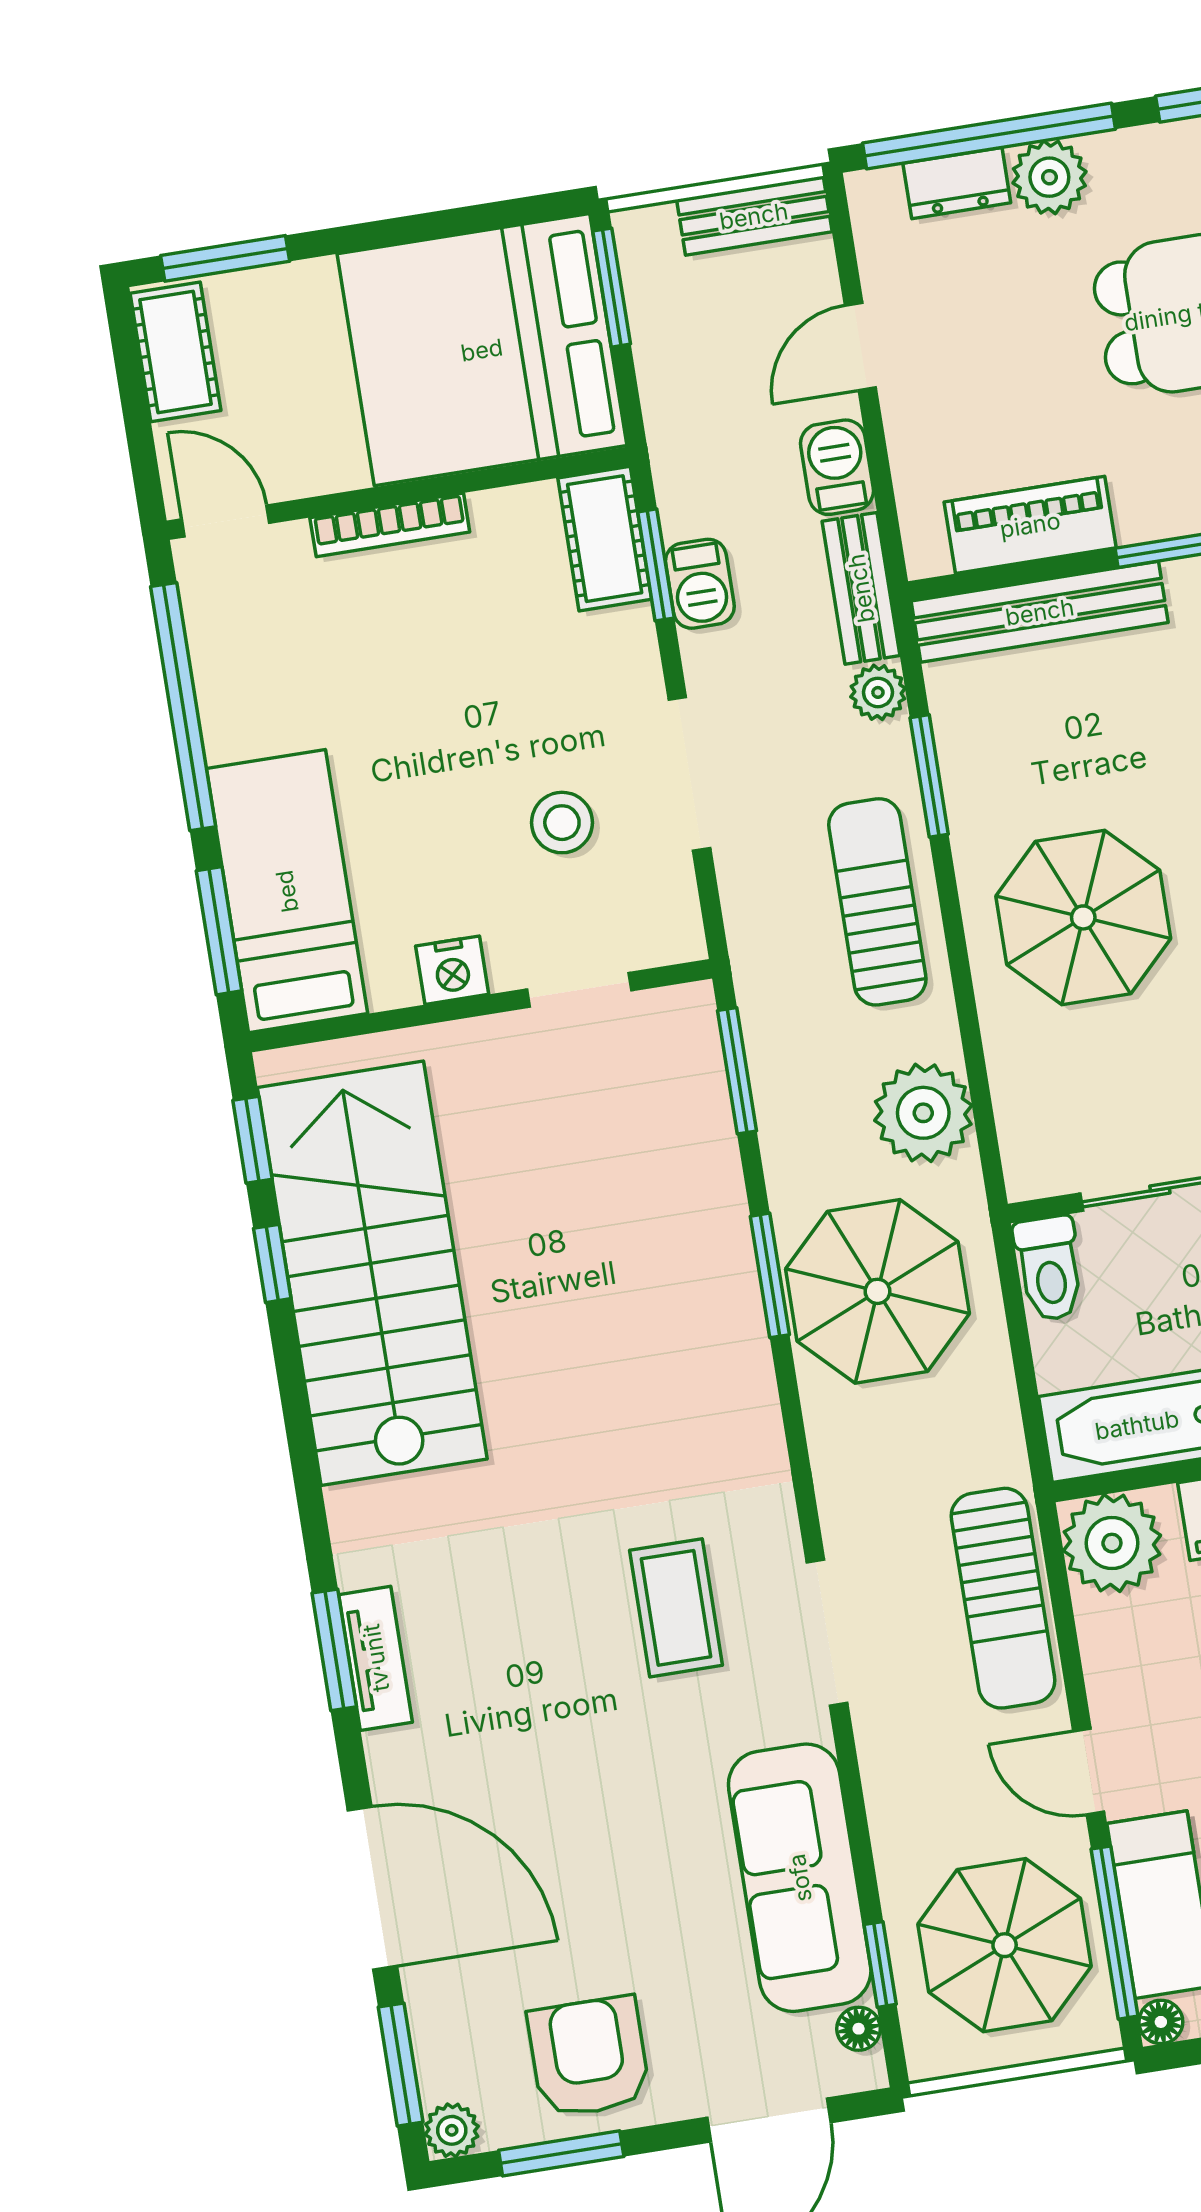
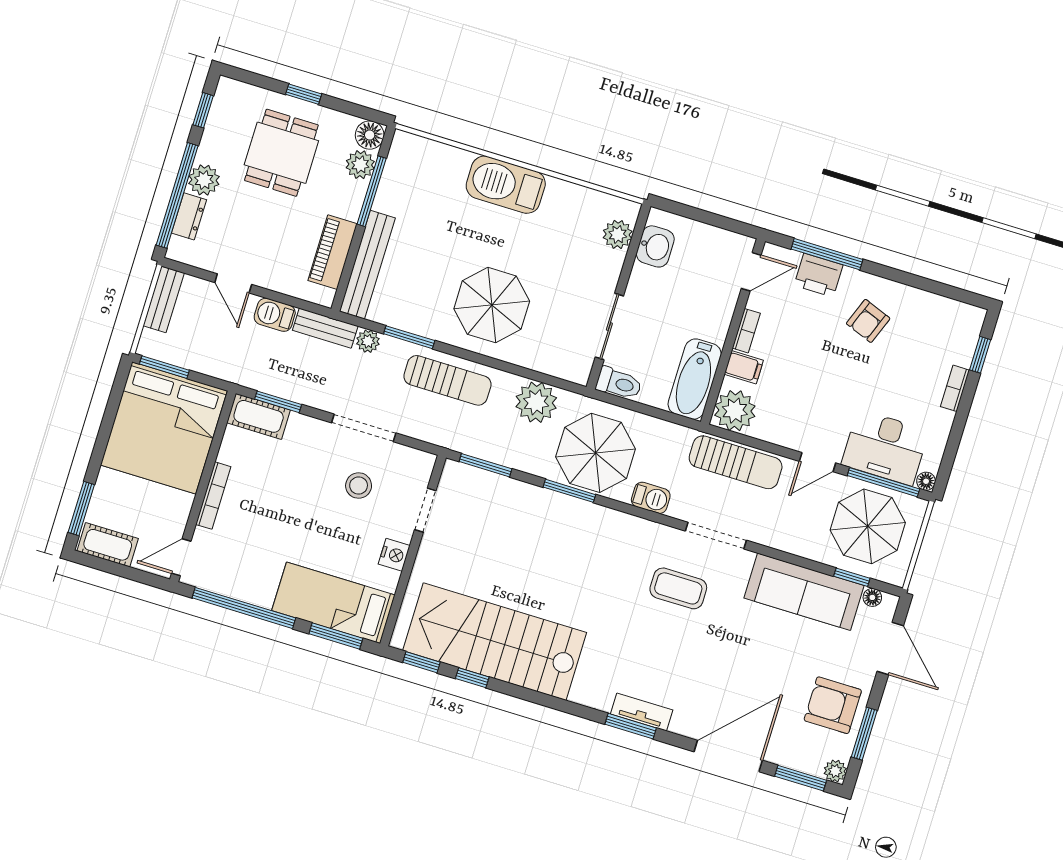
barbecue: (700, 584) -> (651, 498), moved
sun lounger: (877, 902) -> (447, 380), turned 180

